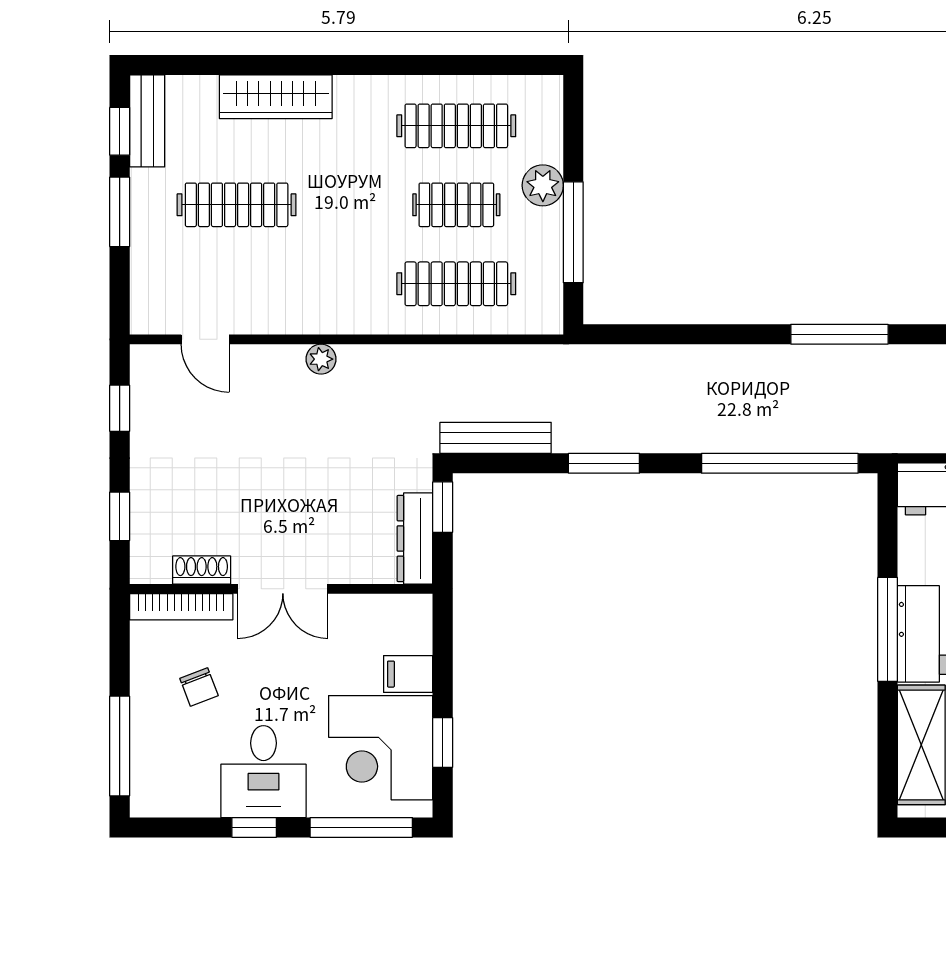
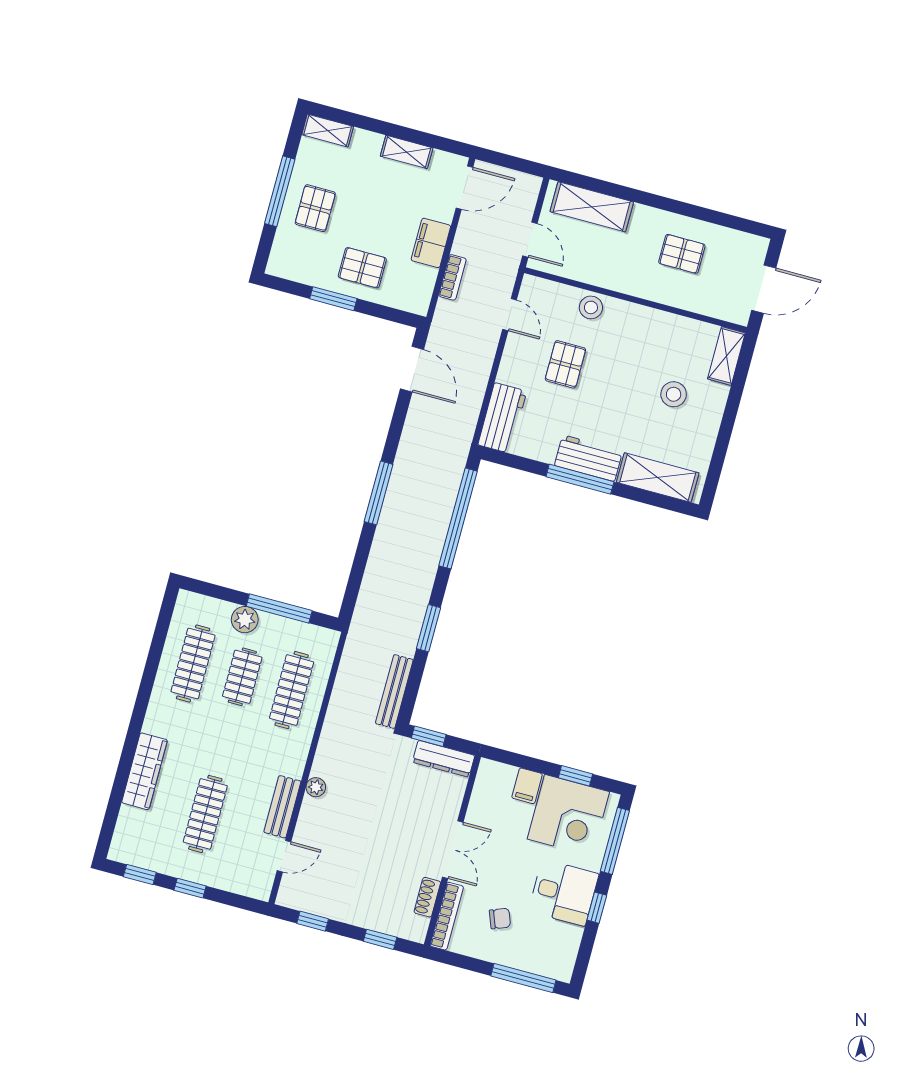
bench: (147, 121) -> (282, 807), moved, turned 90
window: (120, 212) -> (190, 888), width x0.67
window: (839, 334) -> (379, 493), moved

